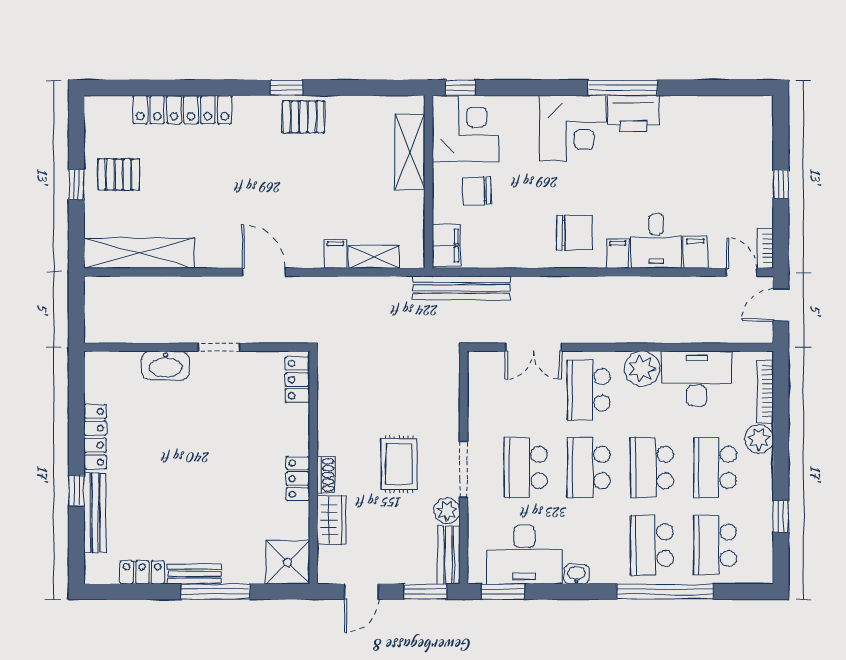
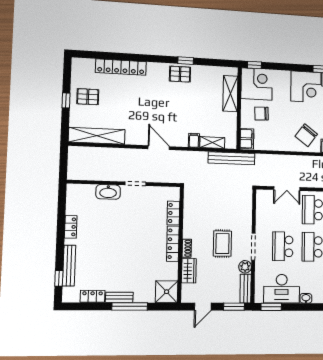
window: (287, 88) -> (186, 61), moved
chair: (574, 233) -> (306, 135), turned 127
bench: (461, 288) -> (232, 158), moved
locker: (297, 380) -> (173, 213), moved
locker: (95, 437) -> (71, 227), width x0.66
locker: (298, 479) -> (173, 244), width x1.53
window: (76, 491) -> (59, 278), moved

